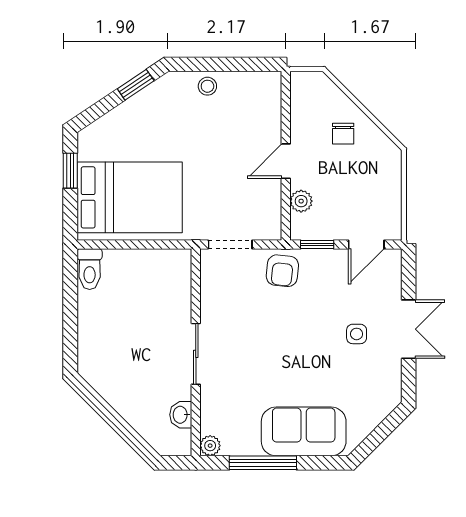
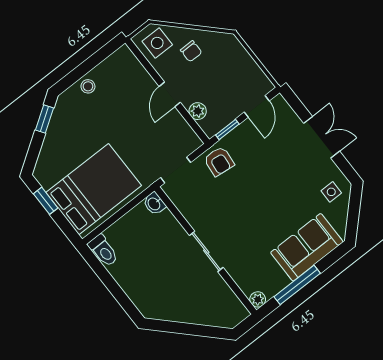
side table: (315, 97) -> (157, 43), added
side table: (357, 334) -> (331, 192), moved
washbasin: (181, 415) -> (154, 204), moved

